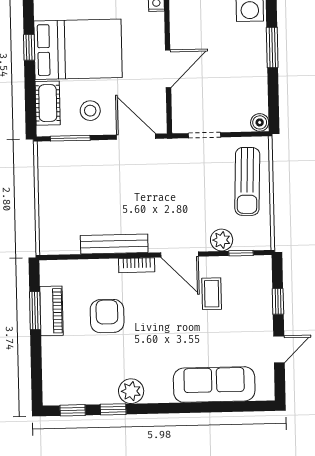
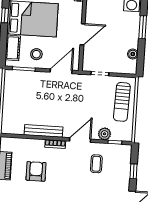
boiler: (260, 122) -> (133, 54), moved
door: (136, 137) -> (61, 71), hinge flipped
door: (180, 255) -> (80, 140), swing flipped

